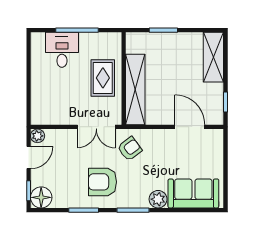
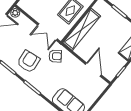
armchair: (102, 182) -> (28, 61), turned 83
plant: (158, 199) -> (49, 92), removed

